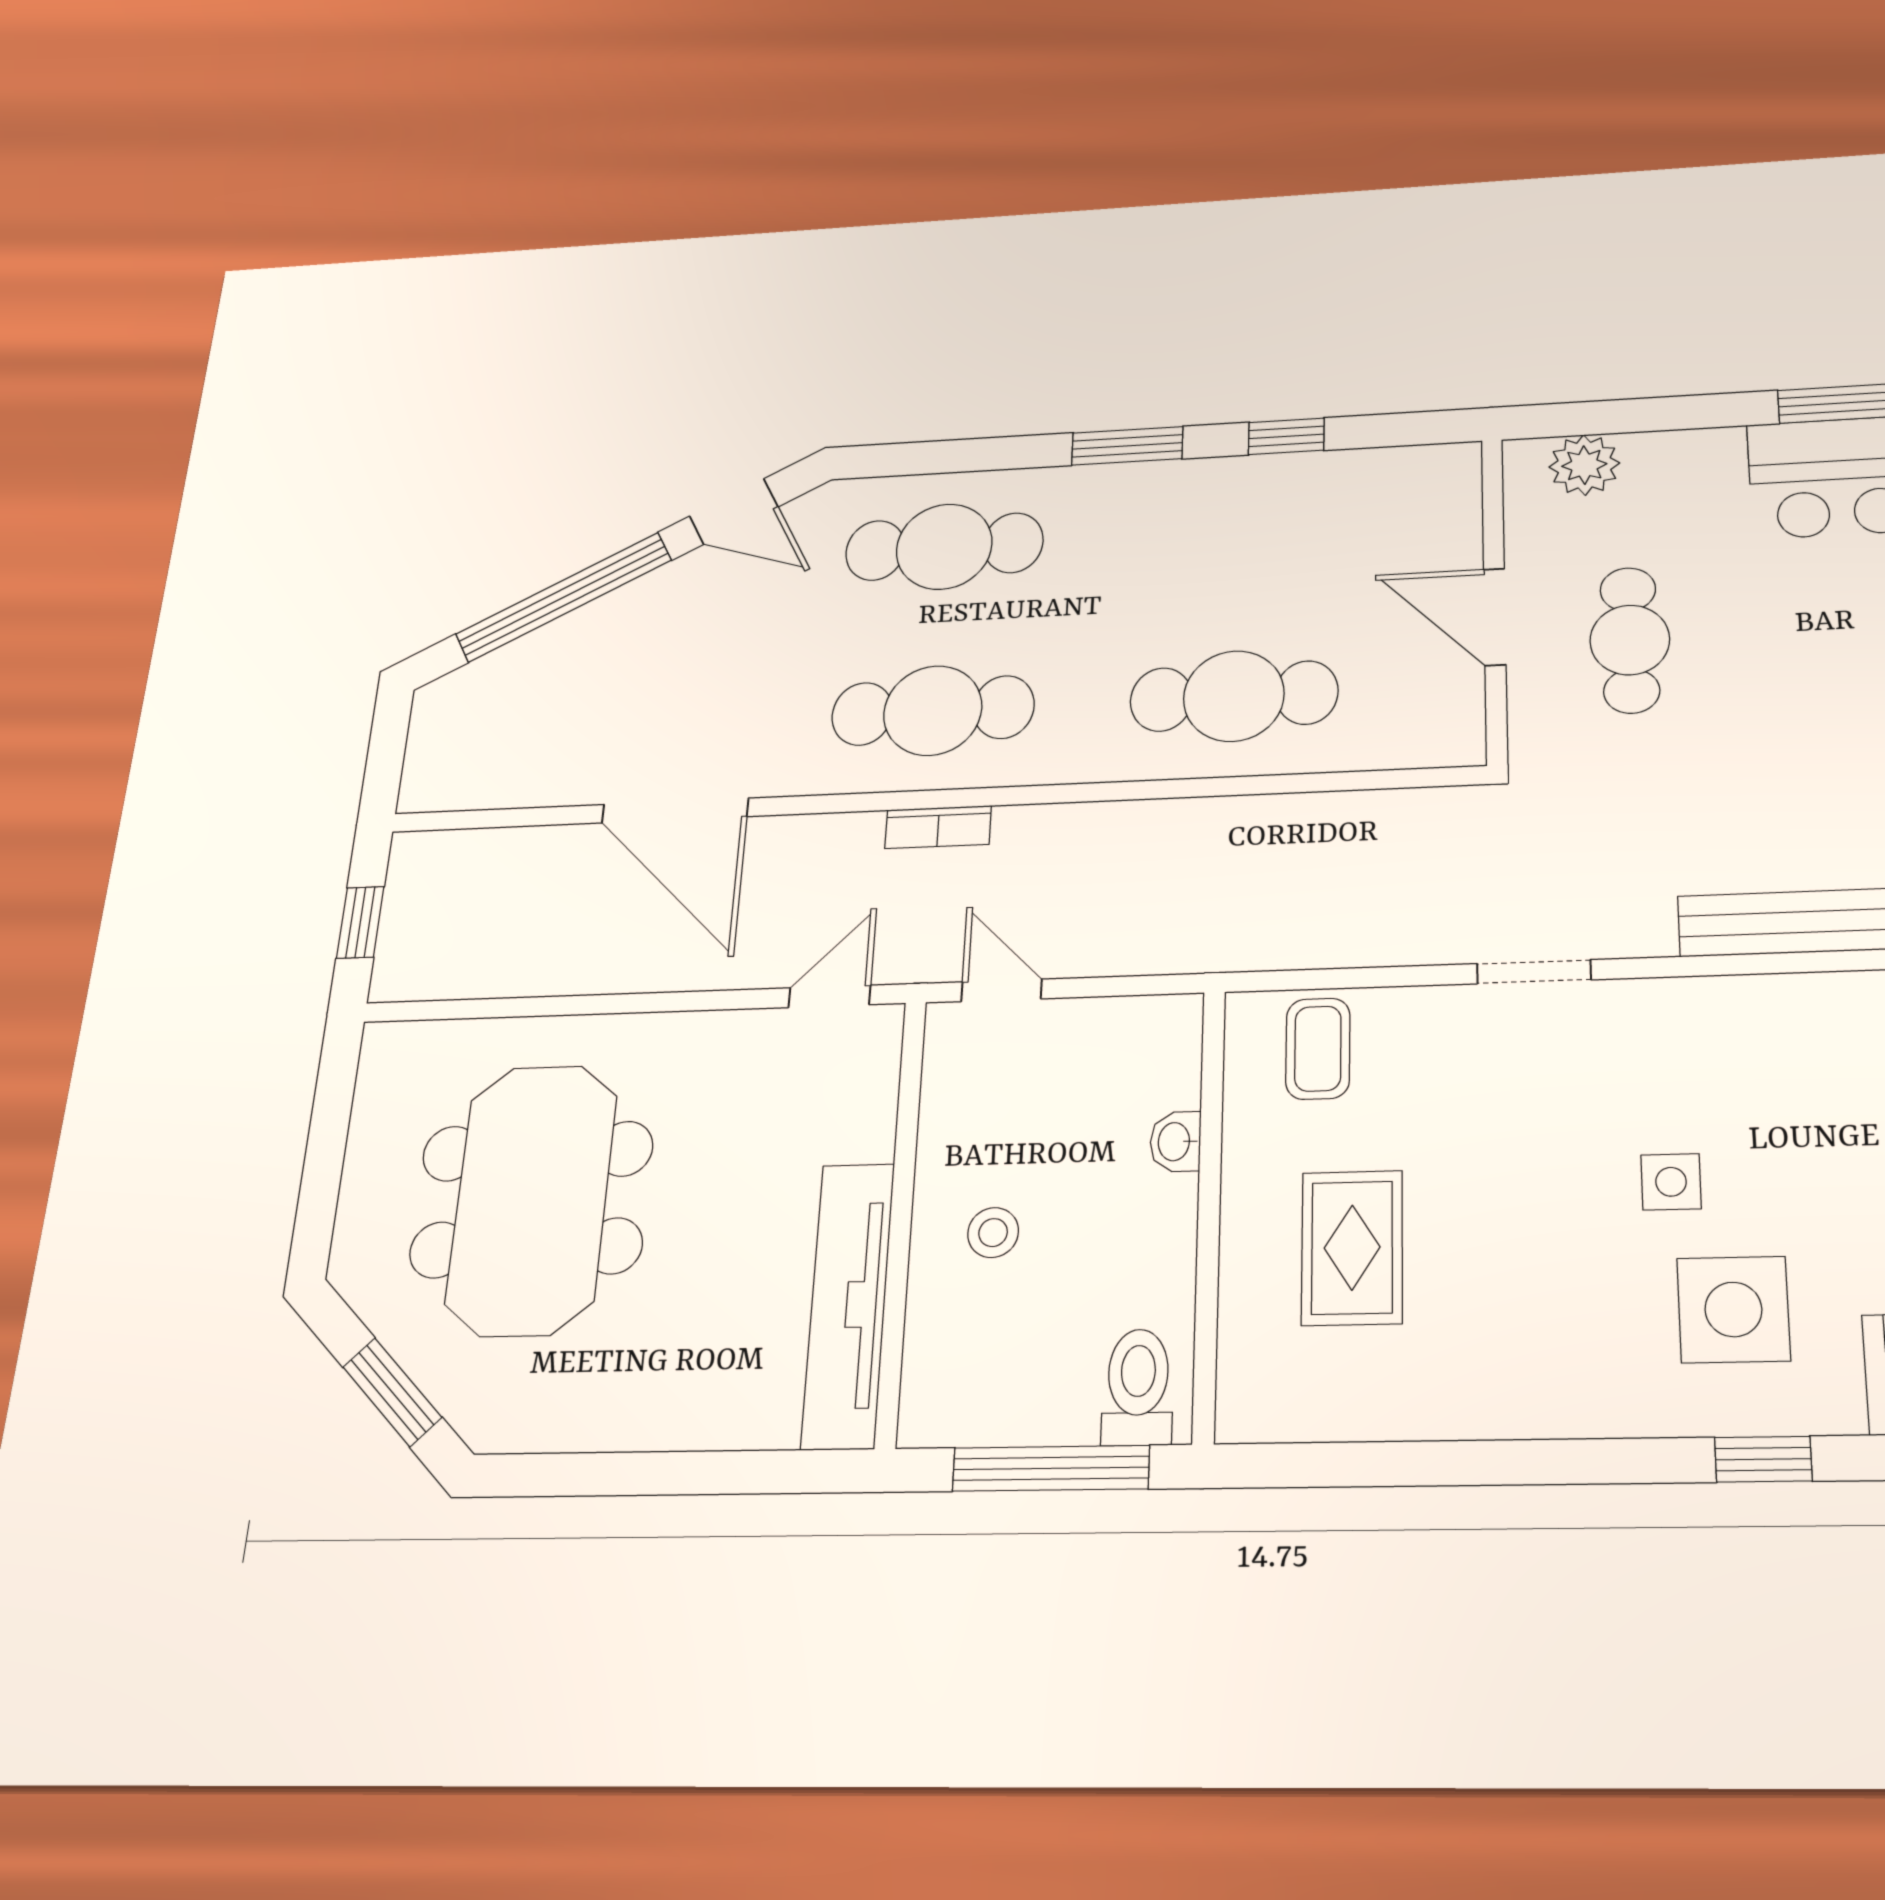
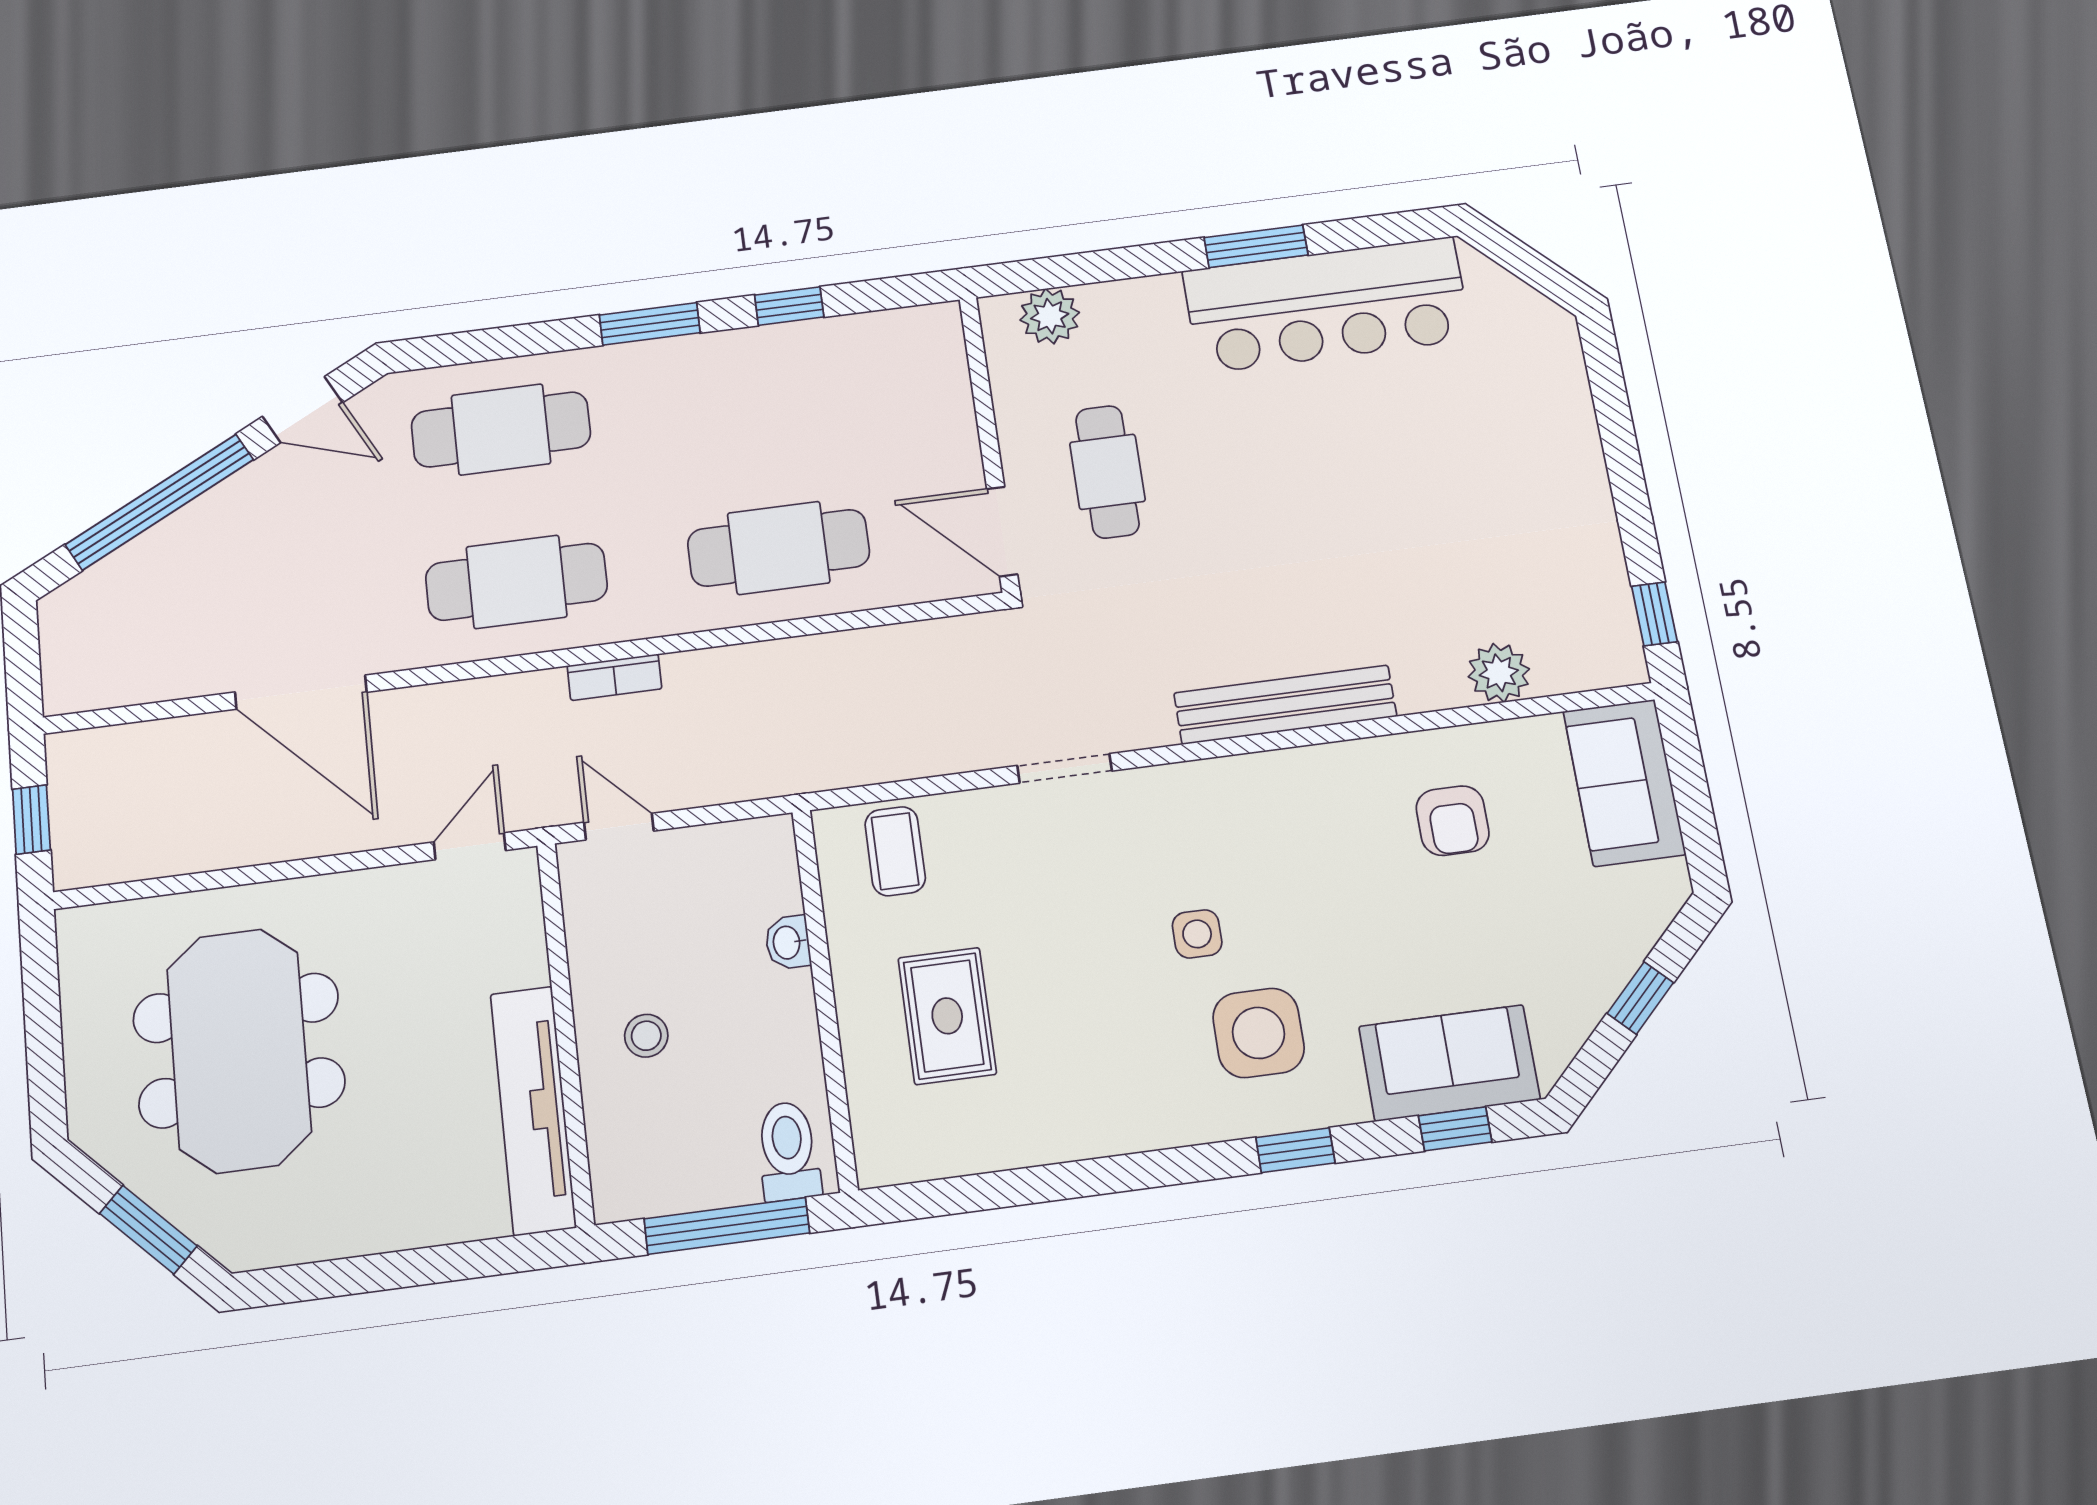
door: (1495, 617) -> (1002, 531), moved
bookcase: (938, 827) -> (614, 677), moved

